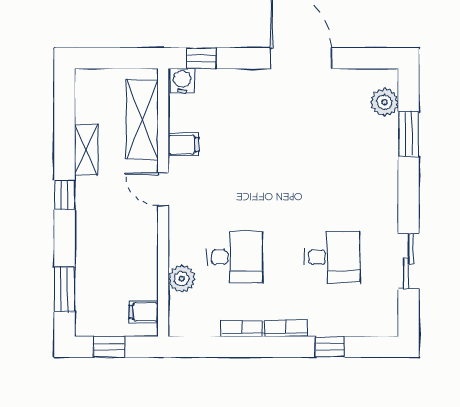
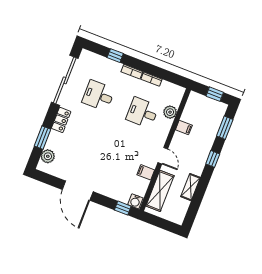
locker: (386, 182) -> (61, 120), added
window: (64, 195) -> (213, 159), moved
sliding door: (409, 261) -> (65, 80), width x1.86
filing cabinet: (144, 312) -> (184, 128), moved

